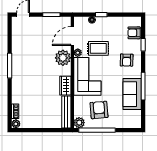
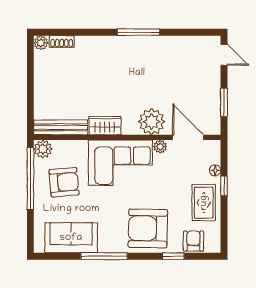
rug: (98, 48) -> (204, 203), moved
armchair: (127, 60) -> (148, 228), width x1.88, depth x1.88
sofa: (132, 94) -> (71, 238), moved

